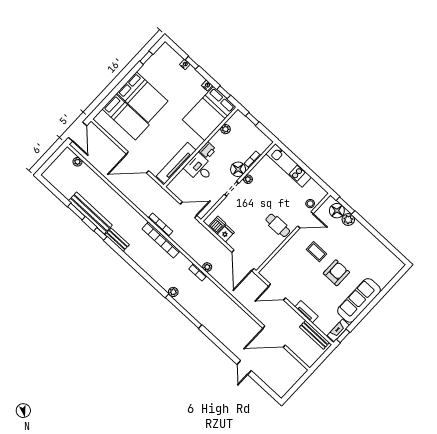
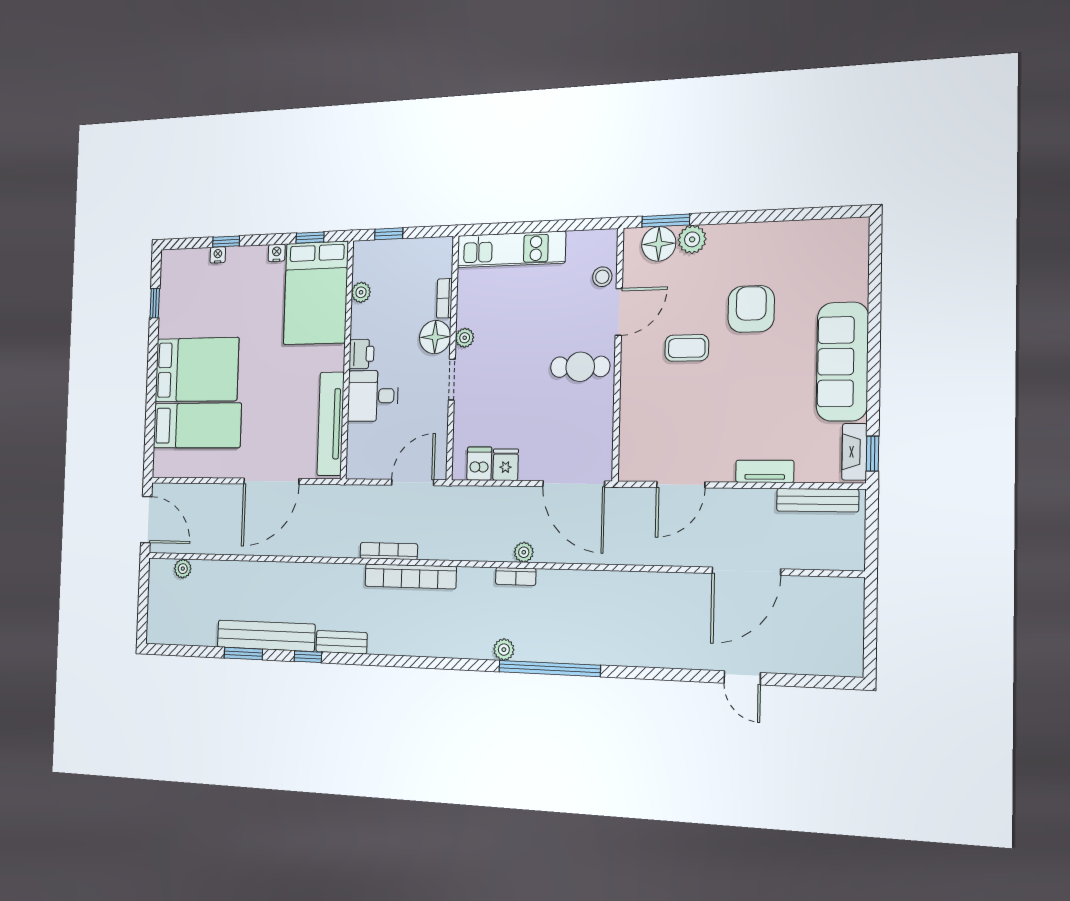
armchair: (336, 273) -> (751, 309), moved

